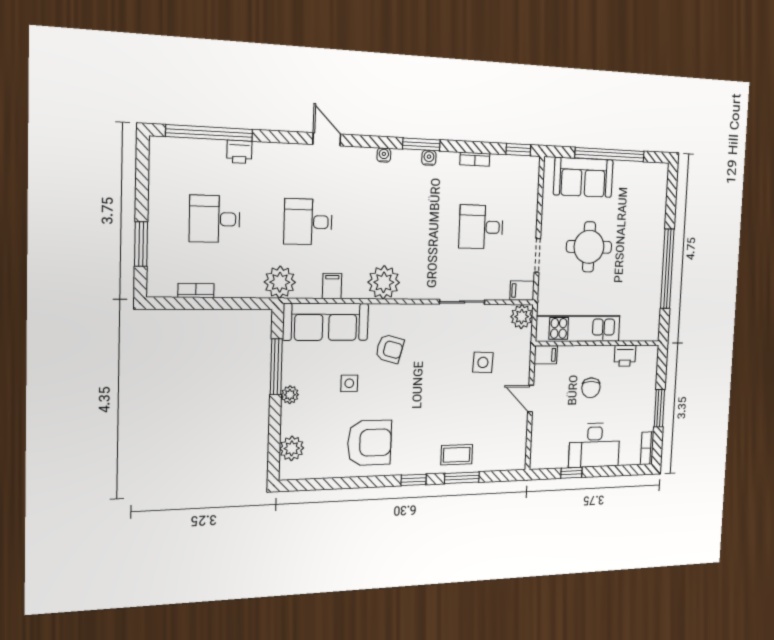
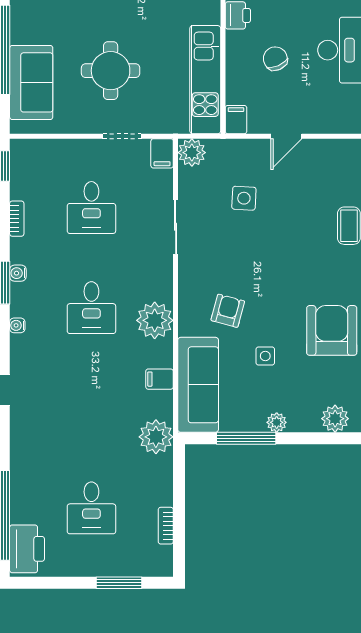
printer: (239, 152) -> (27, 549), moved, width x1.87, depth x1.48
desk: (308, 222) -> (91, 308), moved
chair: (591, 388) -> (275, 59), turned -114

